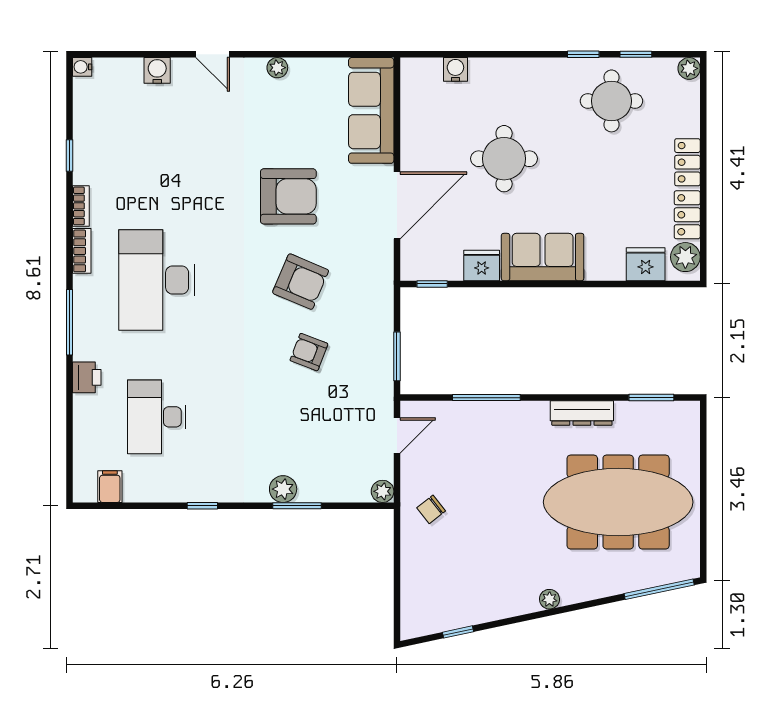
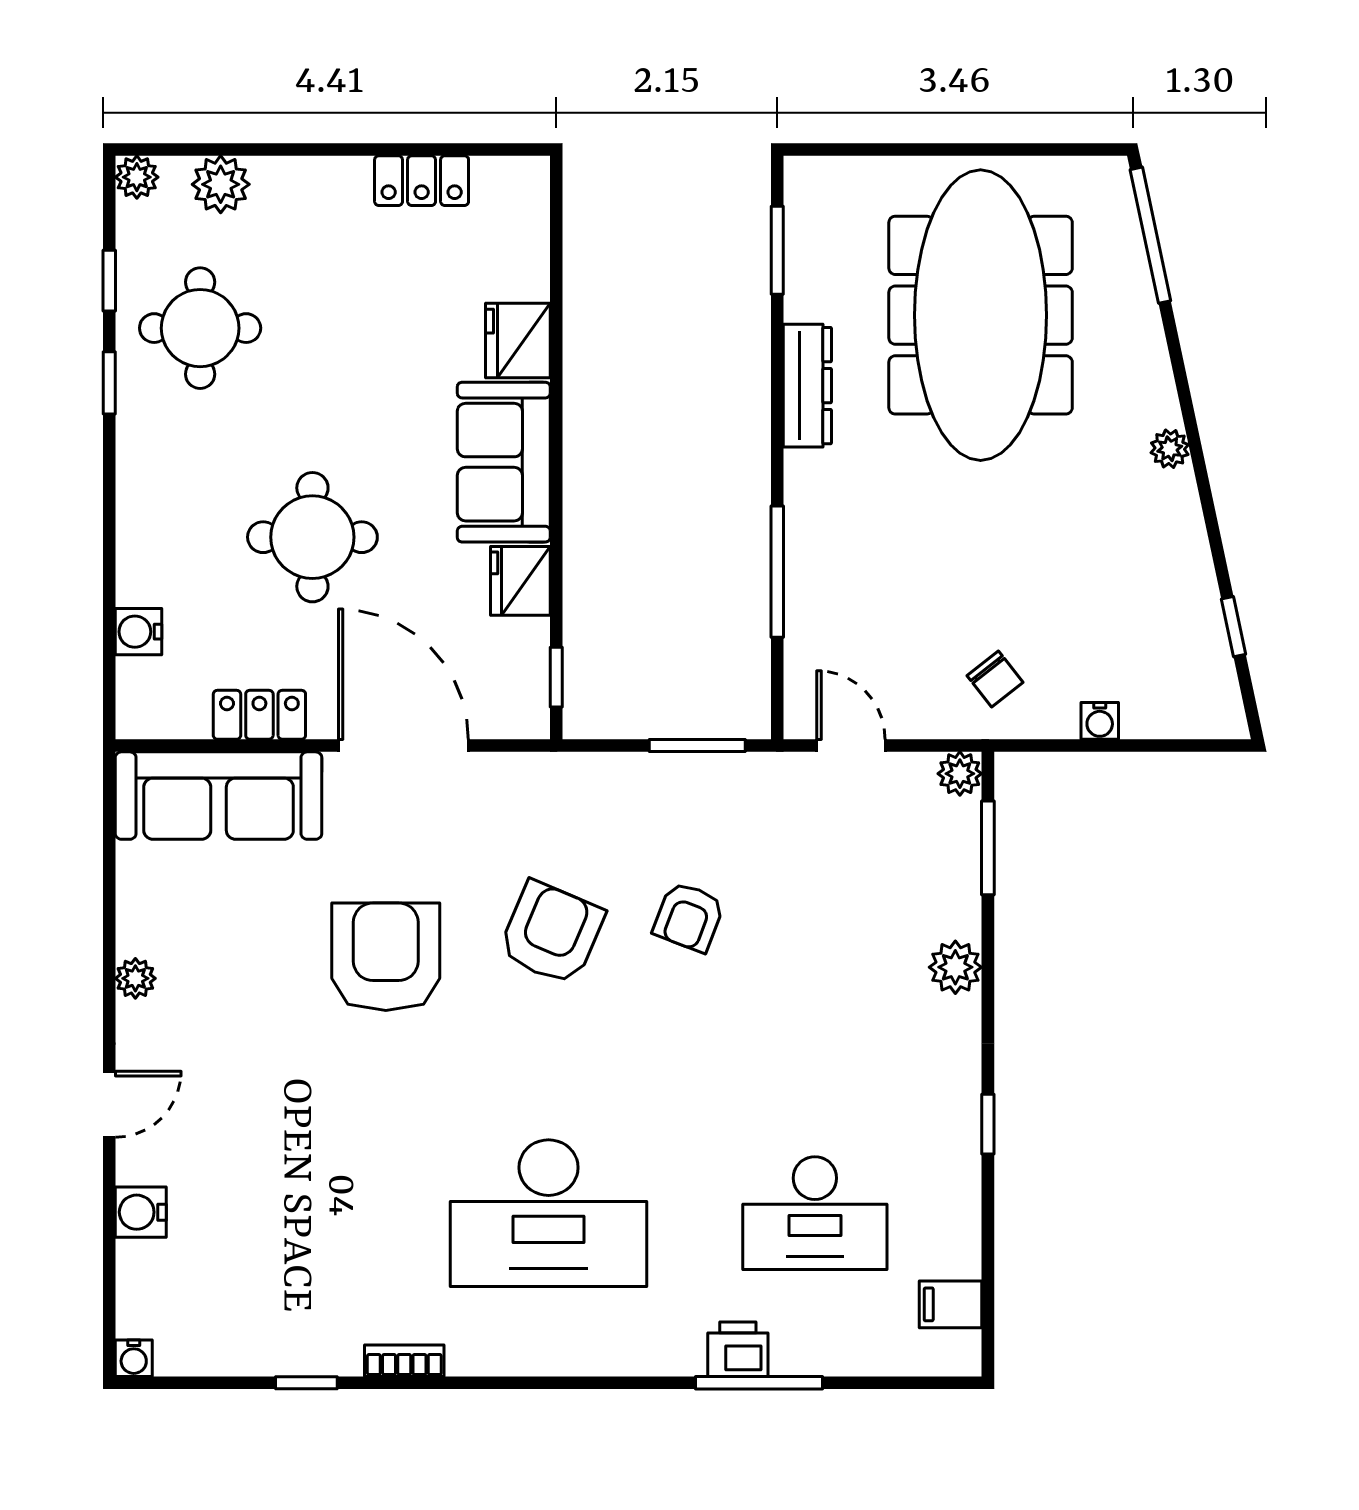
locker: (687, 162) -> (259, 715), moved, turned 180
bookcase: (82, 251) -> (492, 1359), removed
plant: (685, 257) -> (221, 184), moved
fridge: (646, 264) -> (518, 340), moved
window: (70, 322) -> (759, 1383), moved
window: (297, 506) -> (988, 848), moved
water cooler: (410, 563) -> (1100, 721), added

